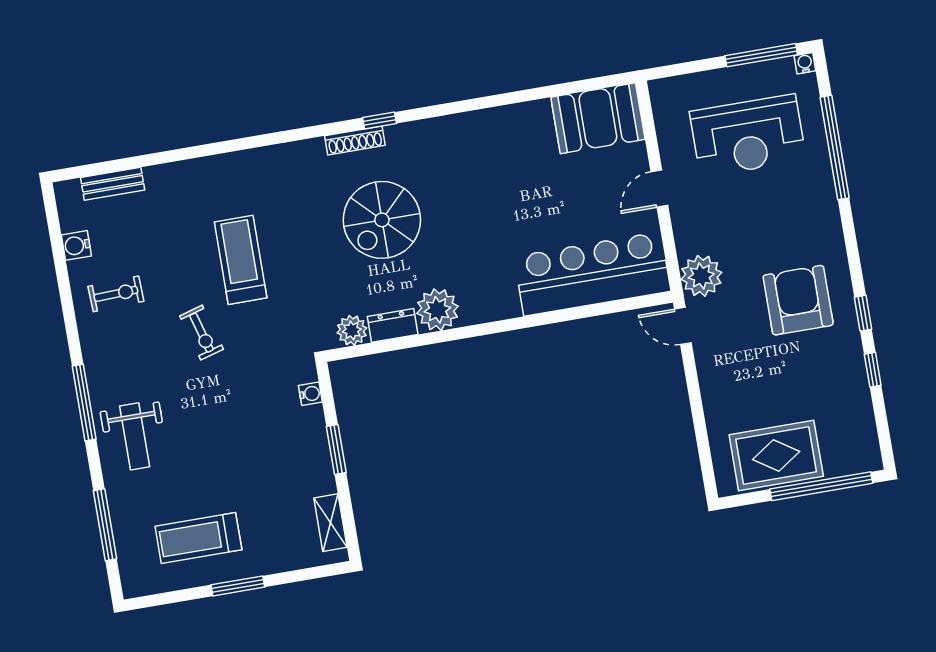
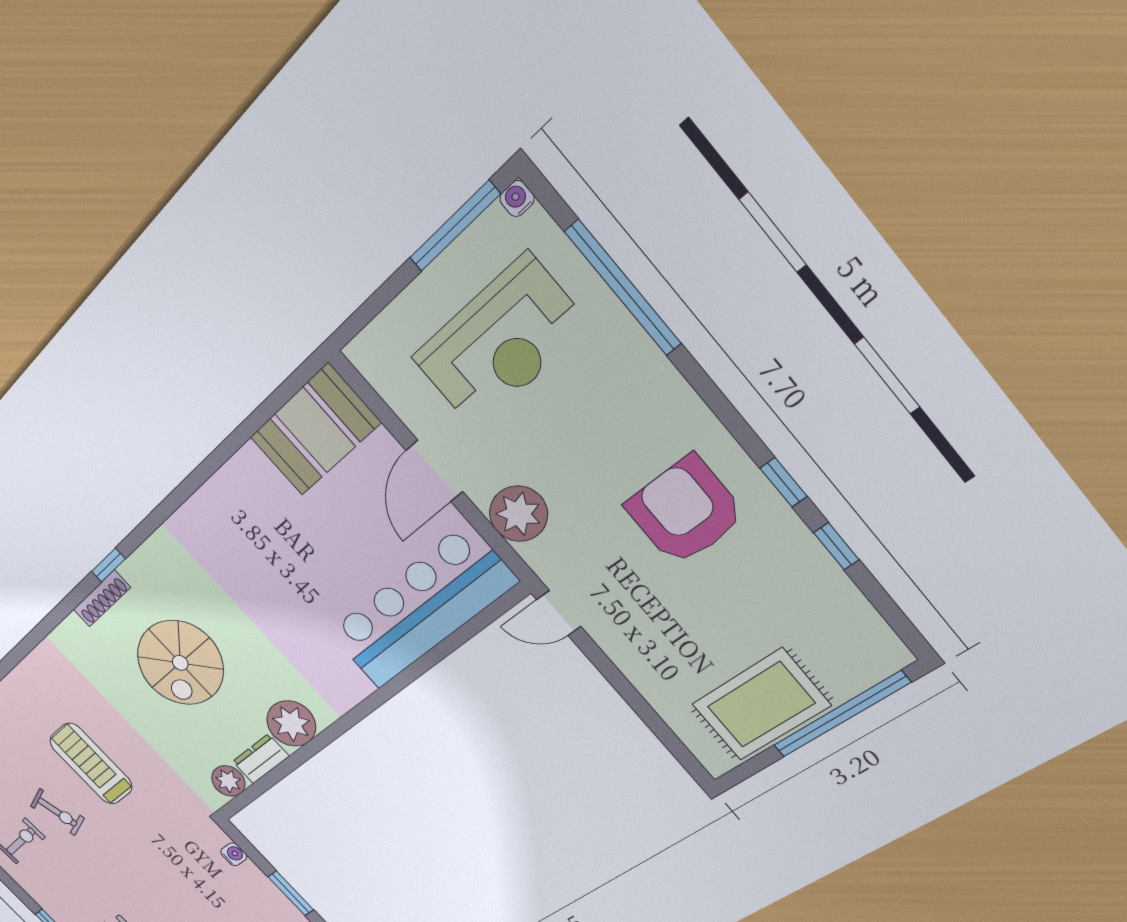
door: (659, 189) -> (434, 471), width x1.38
plant: (701, 276) -> (519, 514), moved
exercise bike: (201, 333) -> (57, 812), moved

